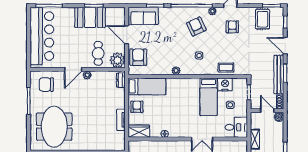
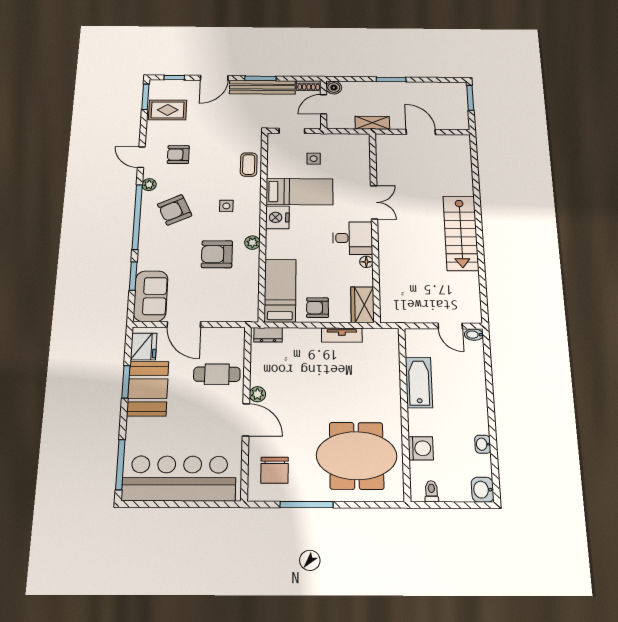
fridge: (114, 14) -> (144, 346), added
door: (127, 35) -> (184, 324), hinge flipped
armchair: (138, 57) -> (217, 254), moved
plant: (118, 60) -> (231, 340), removed
nightstand: (225, 84) -> (277, 217), moved
desk: (236, 127) -> (353, 238), moved, turned 90

